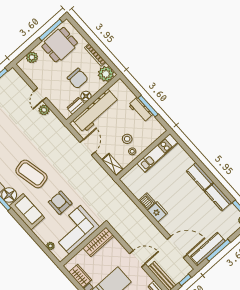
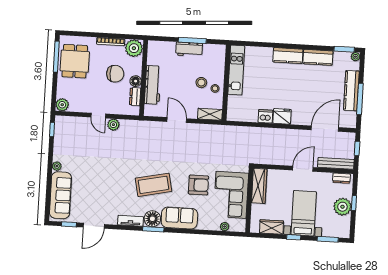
plant: (32, 57) -> (62, 105), moved
workbench: (96, 111) -> (153, 85), width x0.73, depth x0.76
armchair: (60, 203) -> (198, 185), turned 180
kitchen counter: (208, 249) -> (351, 91), moved

